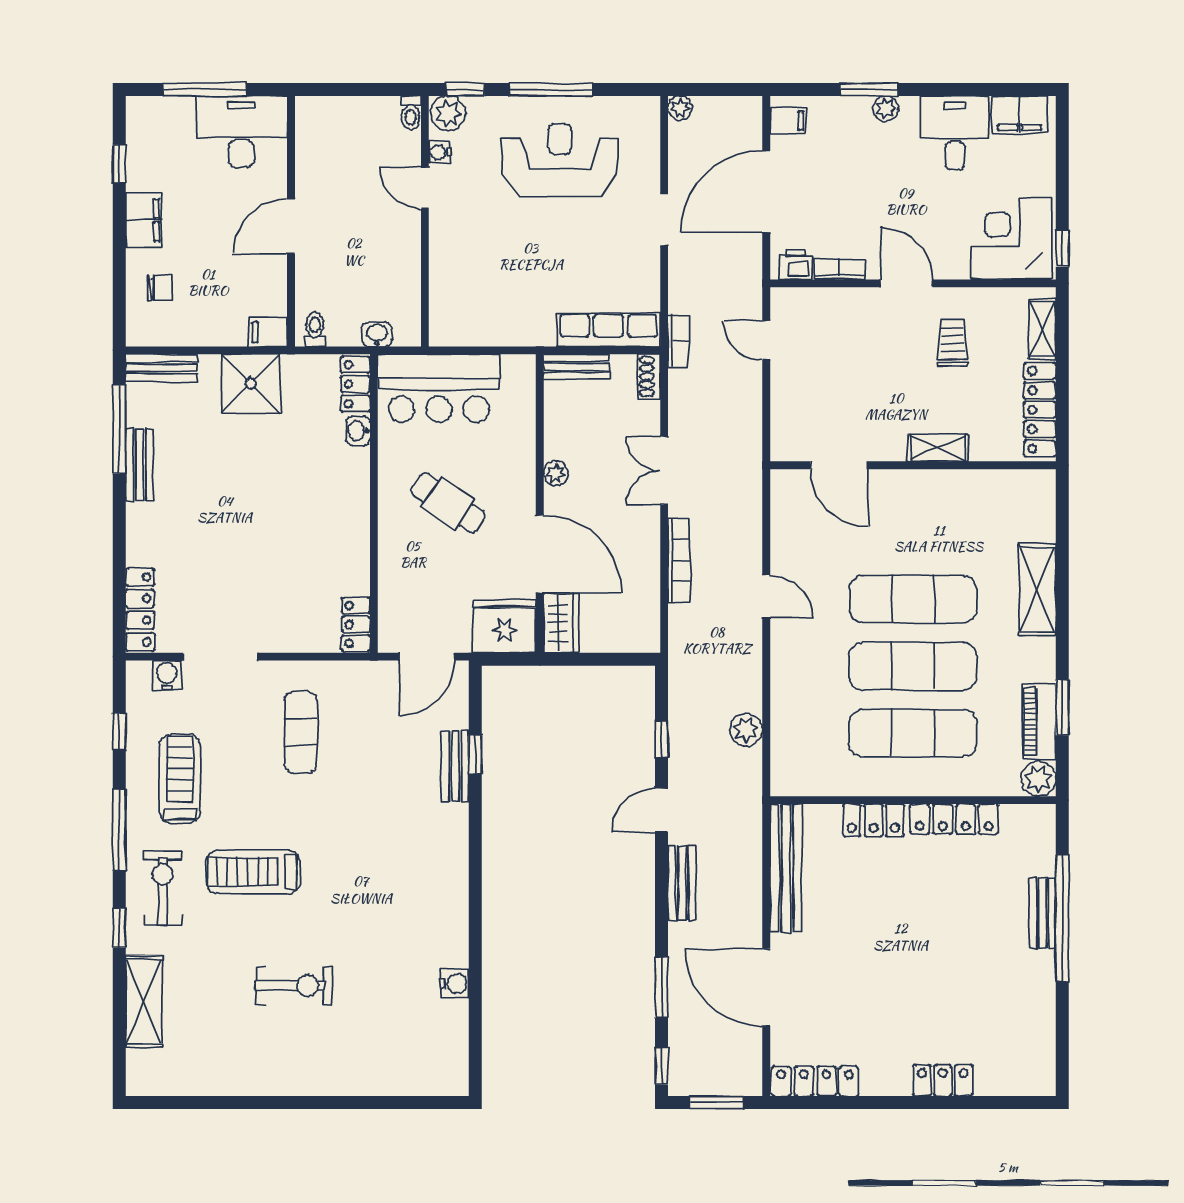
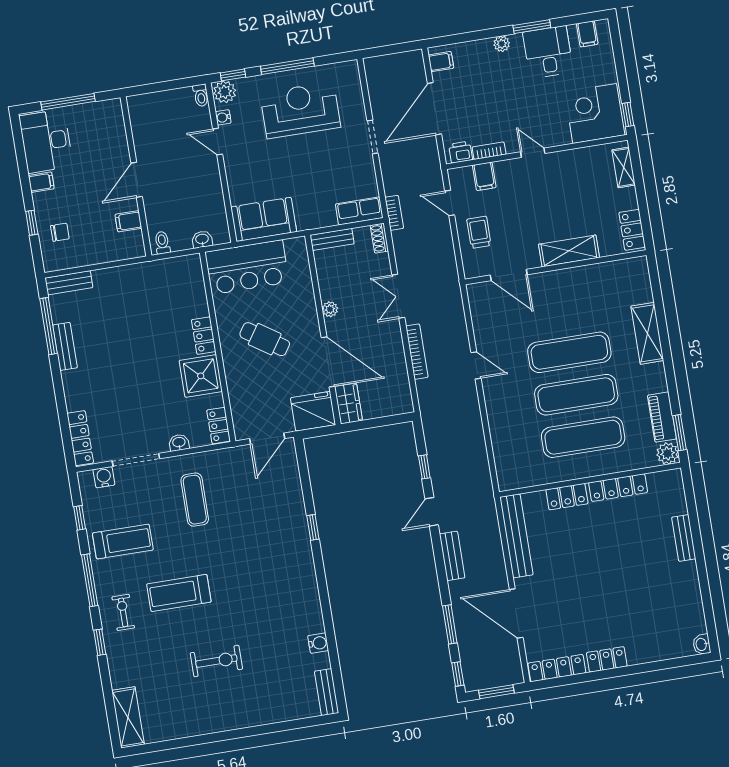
window: (869, 89) -> (532, 27), moved
plant: (680, 108) -> (371, 65), removed
filing cabinet: (1020, 114) -> (587, 34), width x0.50
desk: (241, 132) -> (46, 141), moved, turned -90
window: (119, 164) -> (32, 223), moved
filing cabinet: (144, 220) -> (41, 182), width x0.50
door: (906, 283) -> (533, 153), width x0.73
filing cabinet: (826, 308) -> (484, 176), added
sofa: (476, 319) -> (264, 219), added
row of seats: (609, 330) -> (359, 211), width x0.68
filing cabinet: (268, 332) -> (128, 221), moved
trolley: (953, 343) -> (479, 232), moved
shower: (251, 384) -> (201, 376), moved
locker: (355, 384) -> (204, 336), moved
locker: (1040, 410) -> (632, 230), width x0.66
washbasin: (358, 431) -> (179, 443), moved, turned 90
shelving: (938, 448) -> (569, 251), width x1.50, depth x1.33
window: (1062, 707) -> (680, 433), moved
plant: (746, 730) -> (477, 452), removed
window: (475, 754) -> (313, 527), moved
bench: (455, 766) -> (327, 692), moved
treadmill: (180, 779) -> (123, 542), turned 90
exercise bike: (163, 888) -> (123, 612), width x0.73, depth x0.72
window: (1062, 918) -> (697, 539), removed
shelving: (144, 1001) -> (128, 717), moved
locker: (943, 1080) -> (607, 659), moved
washbasin: (1044, 1081) -> (702, 644), added

